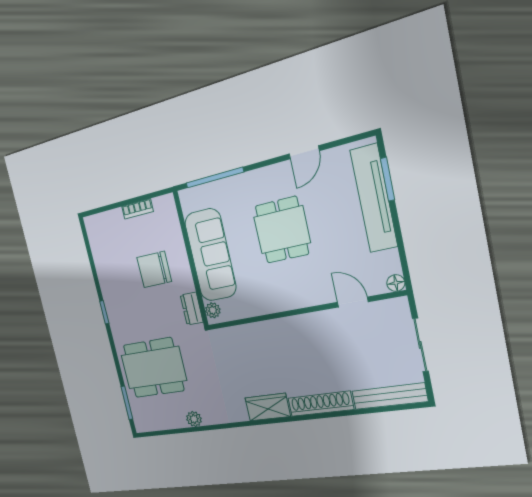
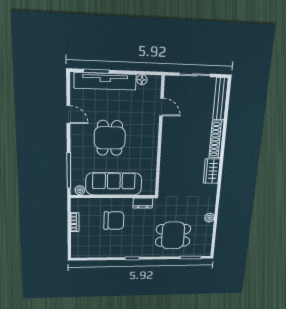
dining table: (282, 230) -> (110, 138), turned 90
chair: (154, 269) -> (114, 221), turned -90
floor lamp: (396, 283) -> (142, 80), moved
door: (353, 302) -> (161, 107), swing flipped
plant: (213, 310) -> (80, 190), moved
dining table: (154, 368) -> (173, 235), width x0.73

